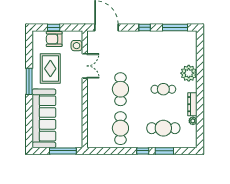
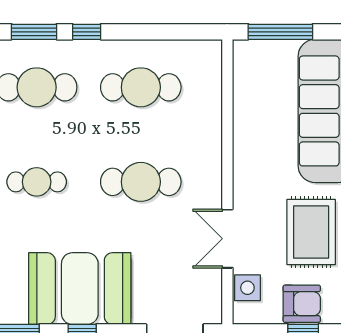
booth: (146, 45) -> (80, 289), added
cafe table: (120, 89) -> (141, 182), turned 90
cafe table: (120, 128) -> (141, 87), turned 90

